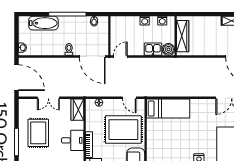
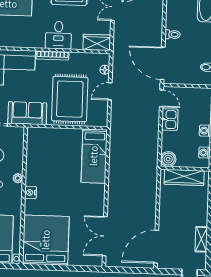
kitchen sink: (153, 49) -> (170, 120), moved
door: (92, 56) -> (163, 63), hinge flipped
door: (129, 98) -> (110, 91), moved

